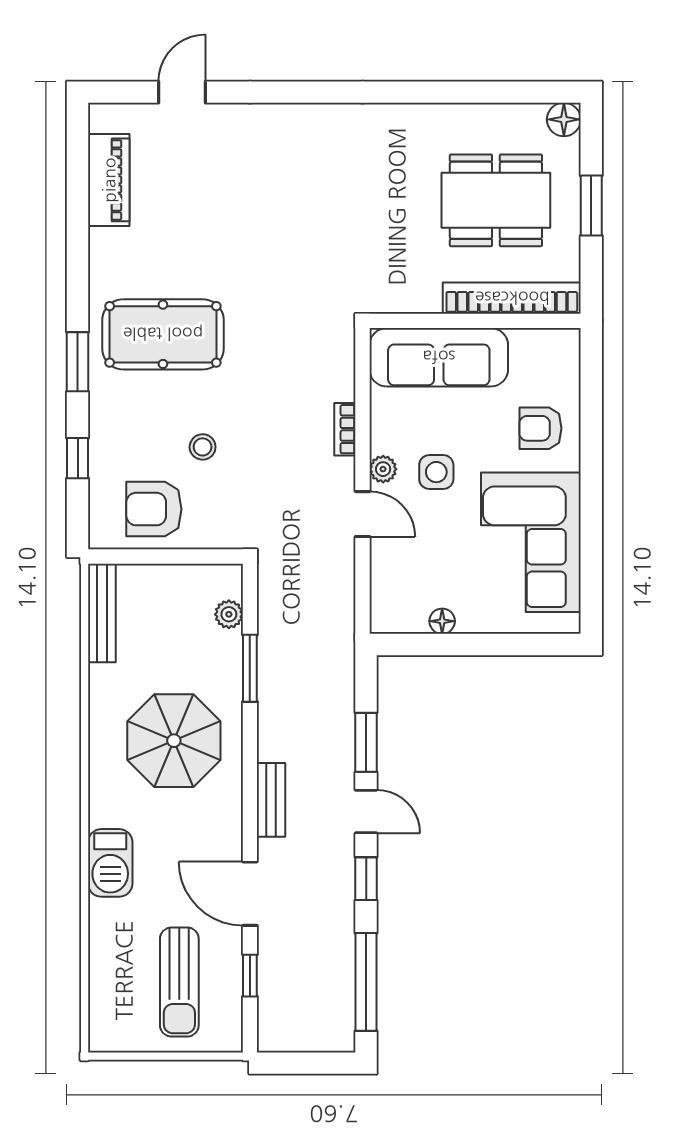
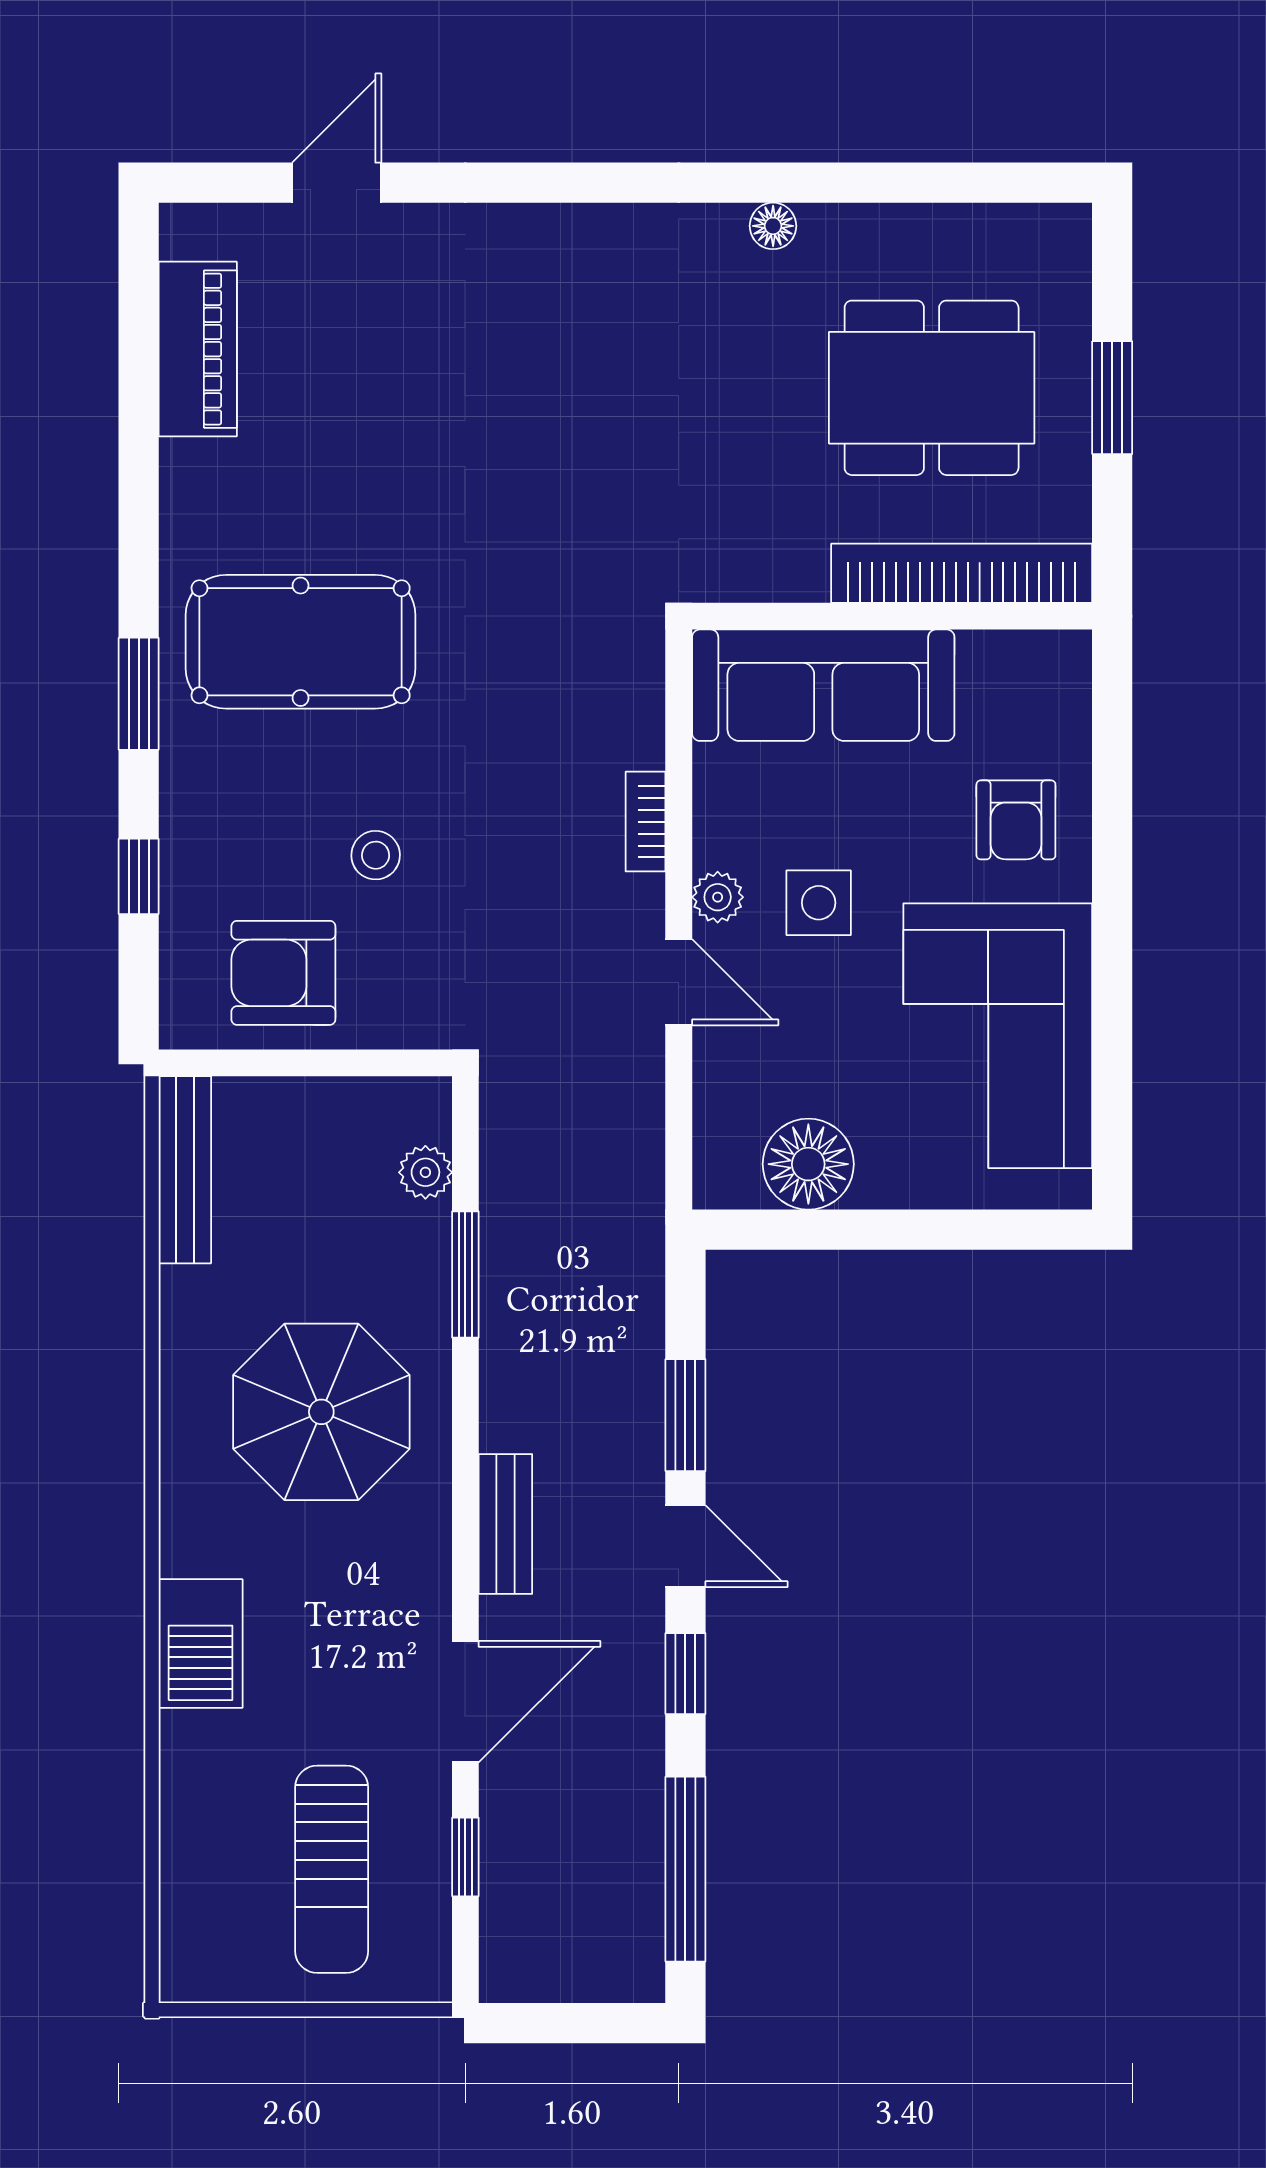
floor lamp: (564, 119) -> (773, 226), moved, width x0.73, depth x0.73
armchair: (540, 428) -> (1016, 820), turned -90
floor lamp: (442, 621) -> (808, 1164), width x1.89, depth x1.89
door: (250, 894) -> (465, 1702), swing flipped

